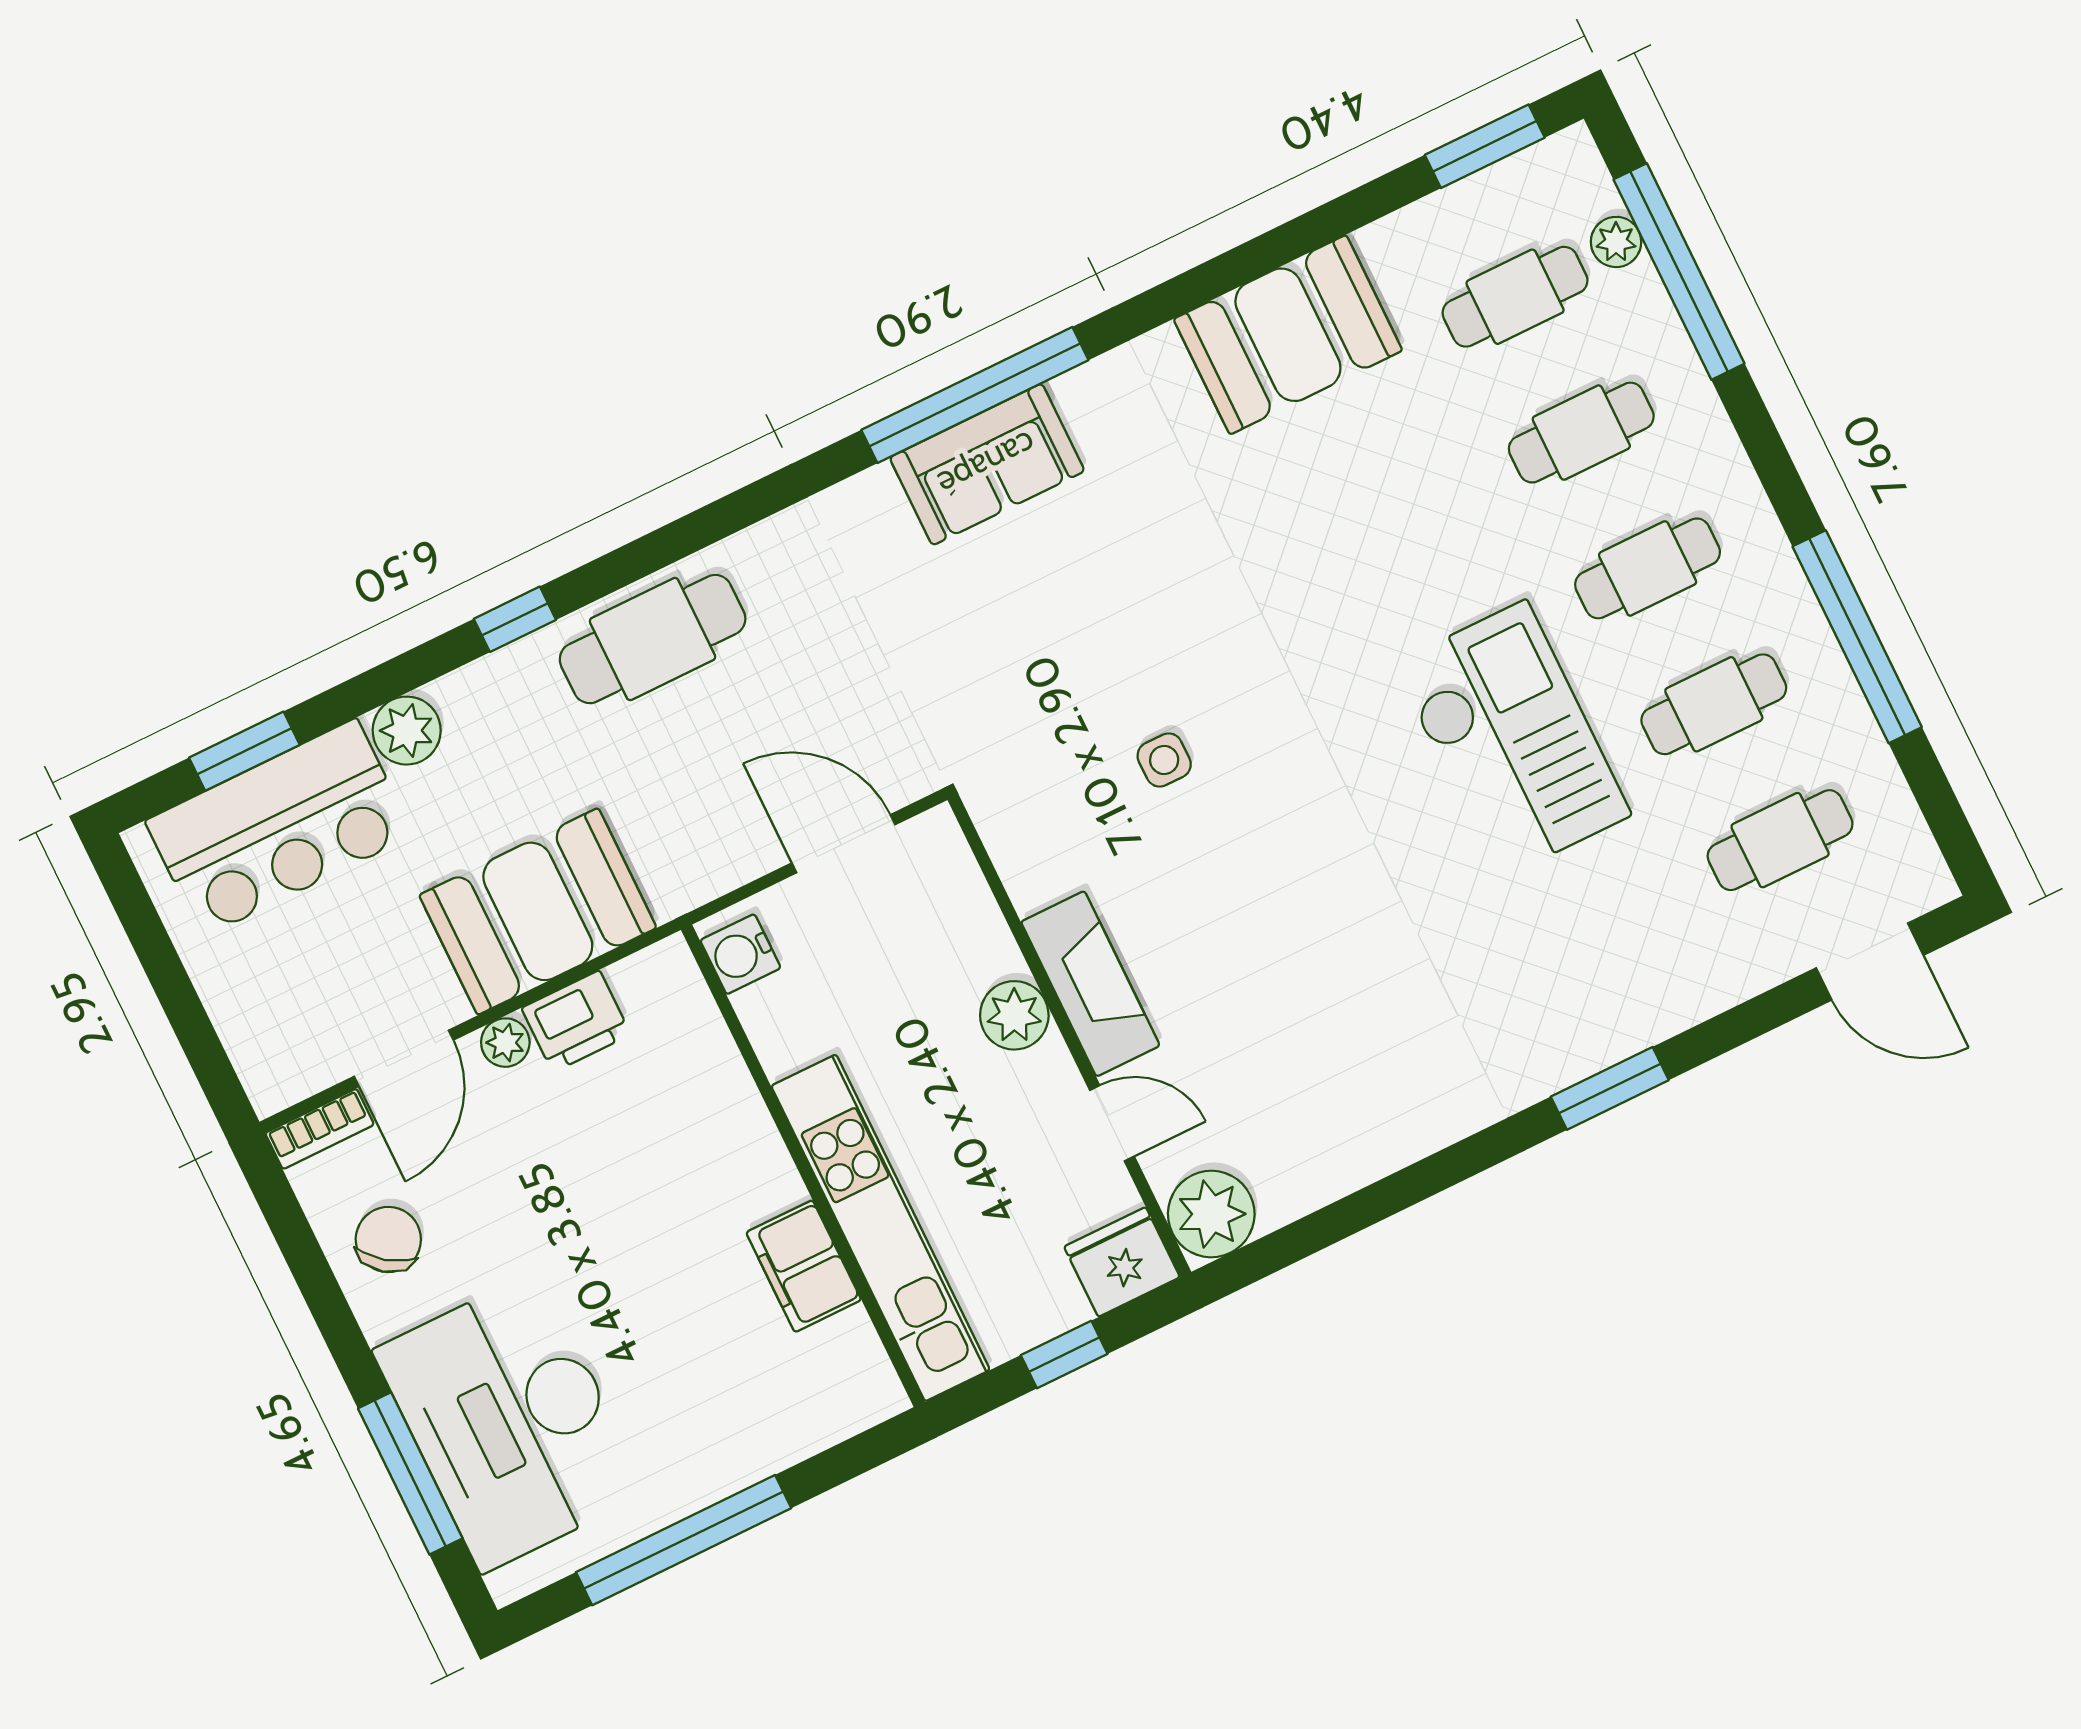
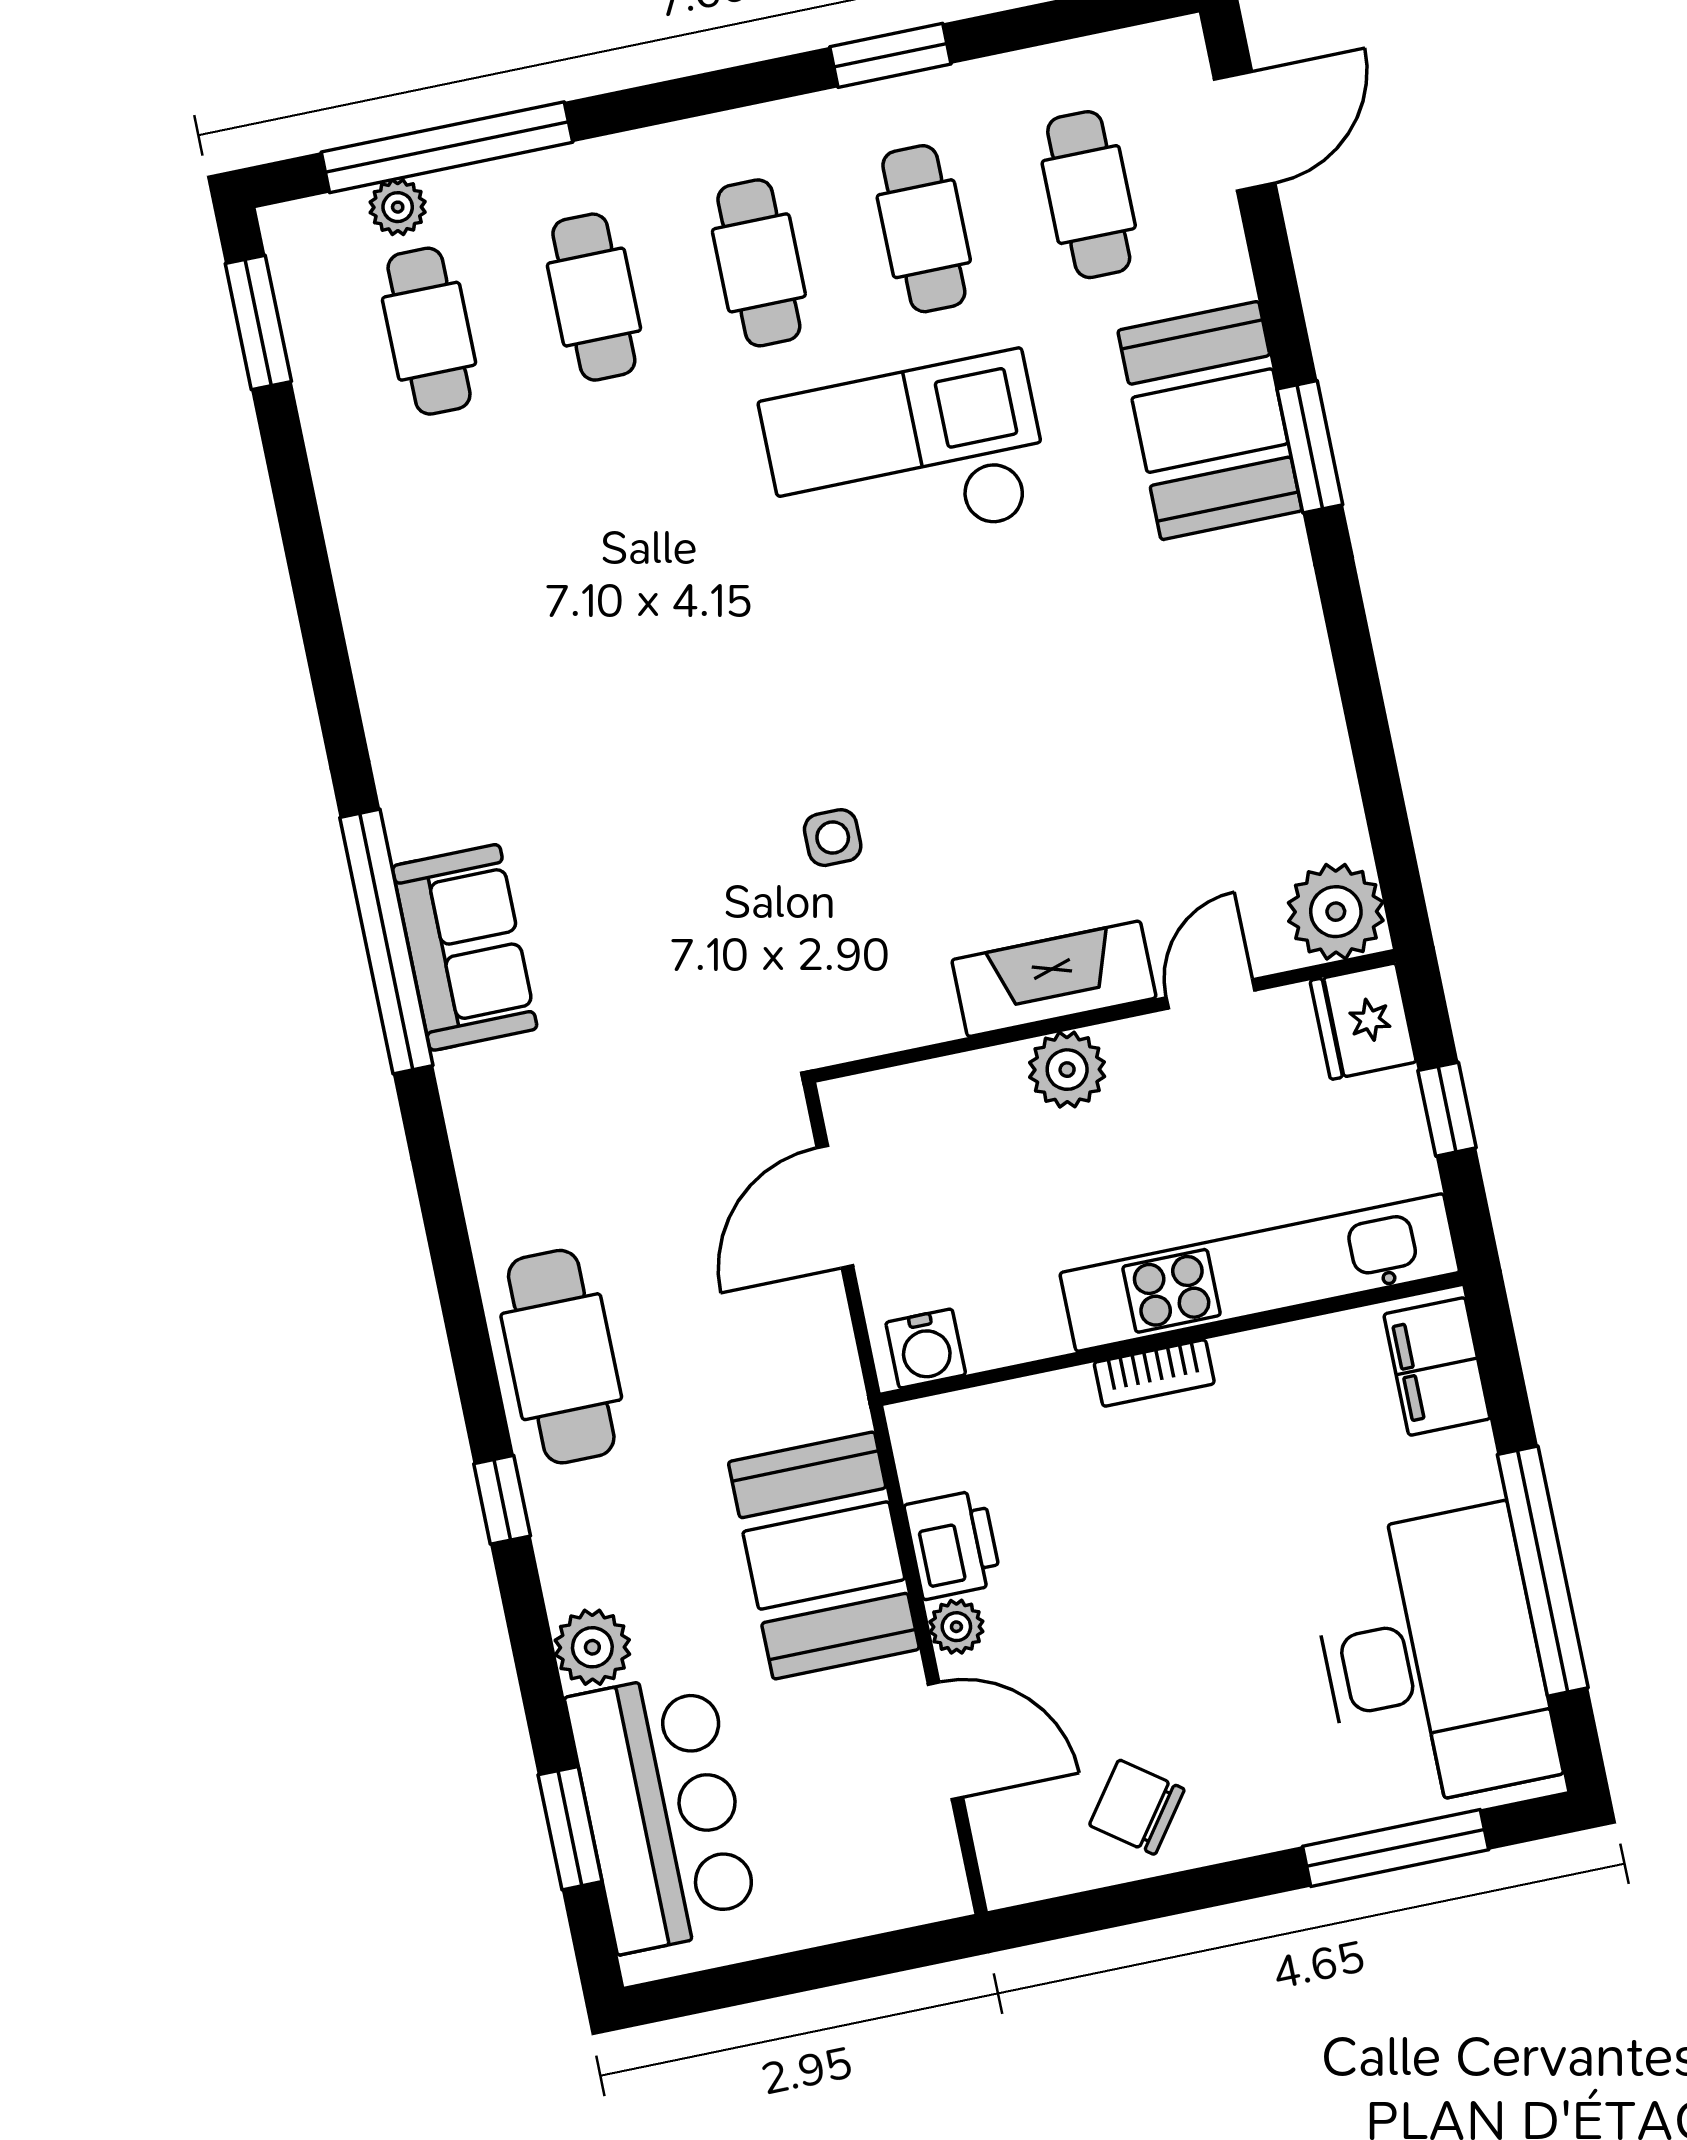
booth: (1288, 335) -> (1210, 421), moved
window: (1857, 637) -> (890, 55), width x0.47
bookcase: (320, 1129) -> (1154, 1373), moved, turned 90
filing cabinet: (804, 1266) -> (1437, 1366), moved, turned 90
desk: (510, 1422) -> (1433, 1658), moved, turned -90

